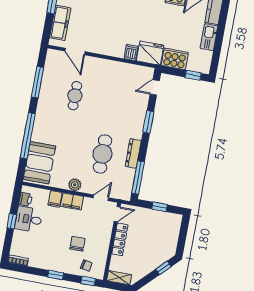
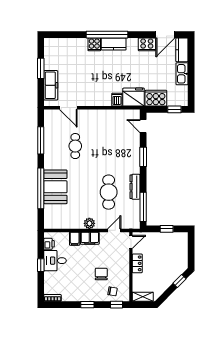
door: (155, 87) -> (143, 126), hinge flipped
booth: (40, 163) -> (55, 187), moved
locker: (120, 239) -> (137, 263), width x0.66

